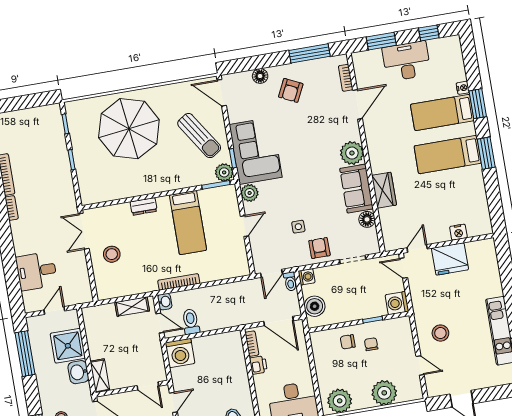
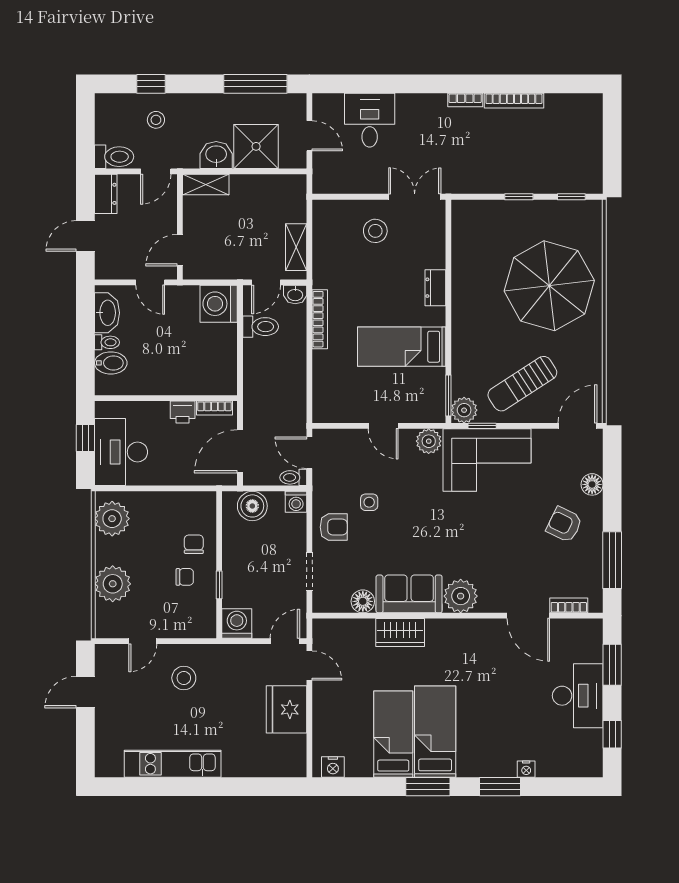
bed: (442, 112) -> (393, 734), moved
nightstand: (458, 232) -> (333, 767), moved, turned -90

